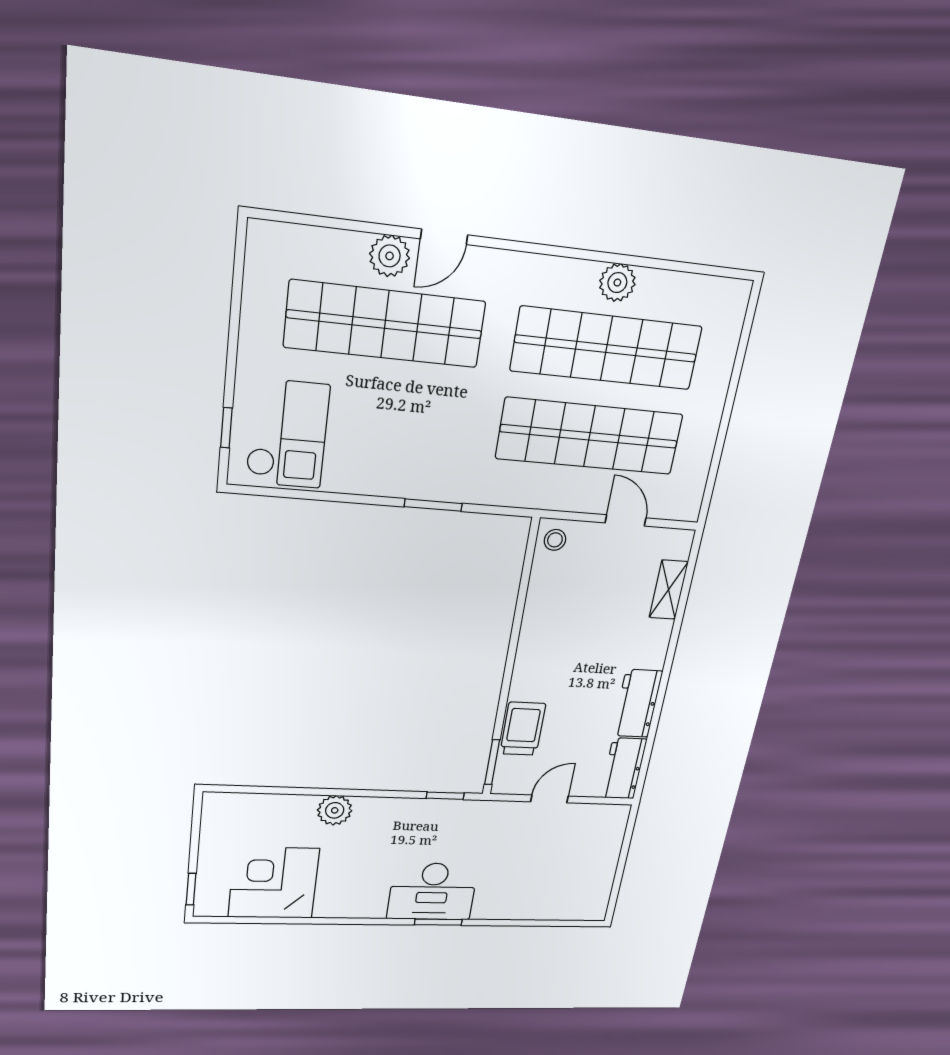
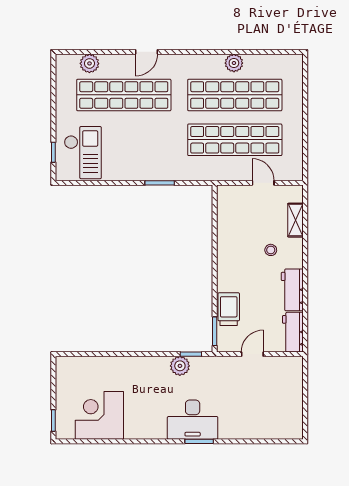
plant: (390, 256) -> (89, 63), moved
stool: (555, 540) -> (271, 250), moved
plant: (335, 810) -> (180, 366), moved

